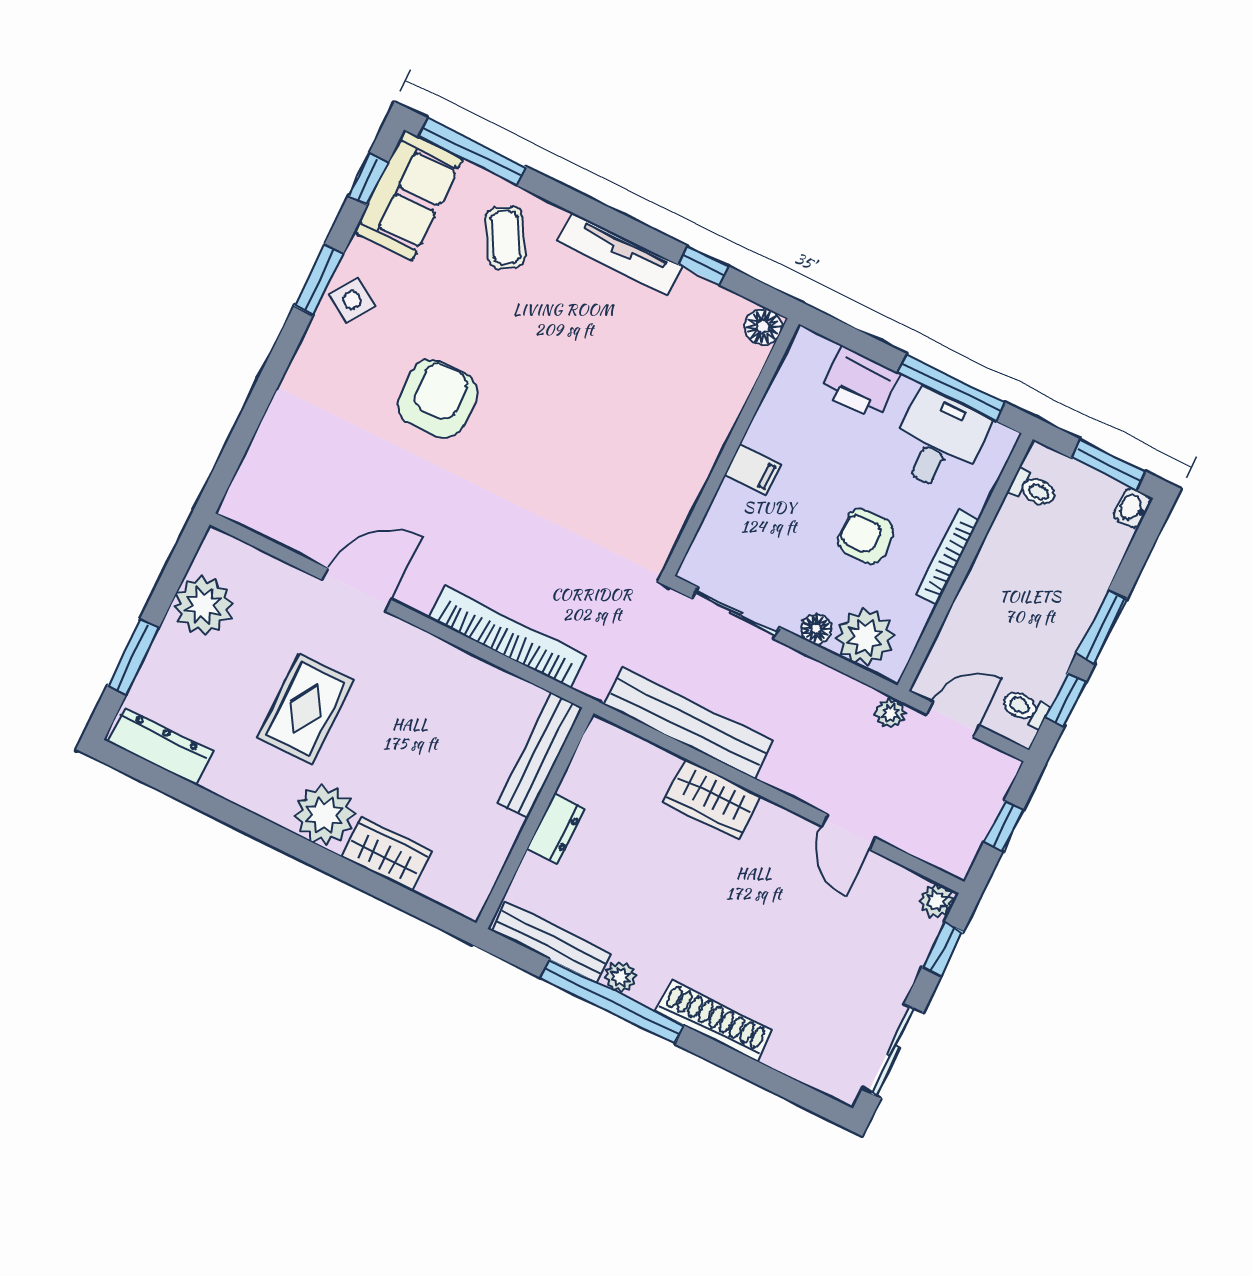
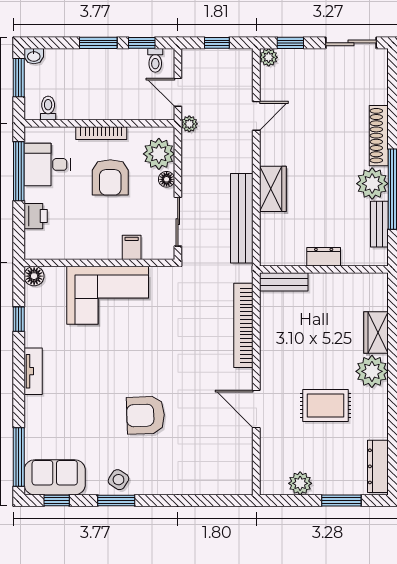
coffee table: (505, 237) -> (52, 421), removed
tv unit: (620, 255) -> (33, 371), width x0.71
printer: (860, 384) -> (36, 216), width x0.73, depth x0.81
corner sofa: (670, 434) -> (108, 295), added
filing cabinet: (753, 469) -> (132, 247), moved
armchair: (866, 536) -> (110, 177), width x1.38, depth x1.38
plant: (203, 605) -> (300, 483), width x0.73, depth x0.73
bench: (540, 755) -> (284, 282), width x0.73
bench: (551, 942) -> (379, 224), width x0.73
plant: (621, 977) -> (372, 184), width x1.88, depth x1.88

